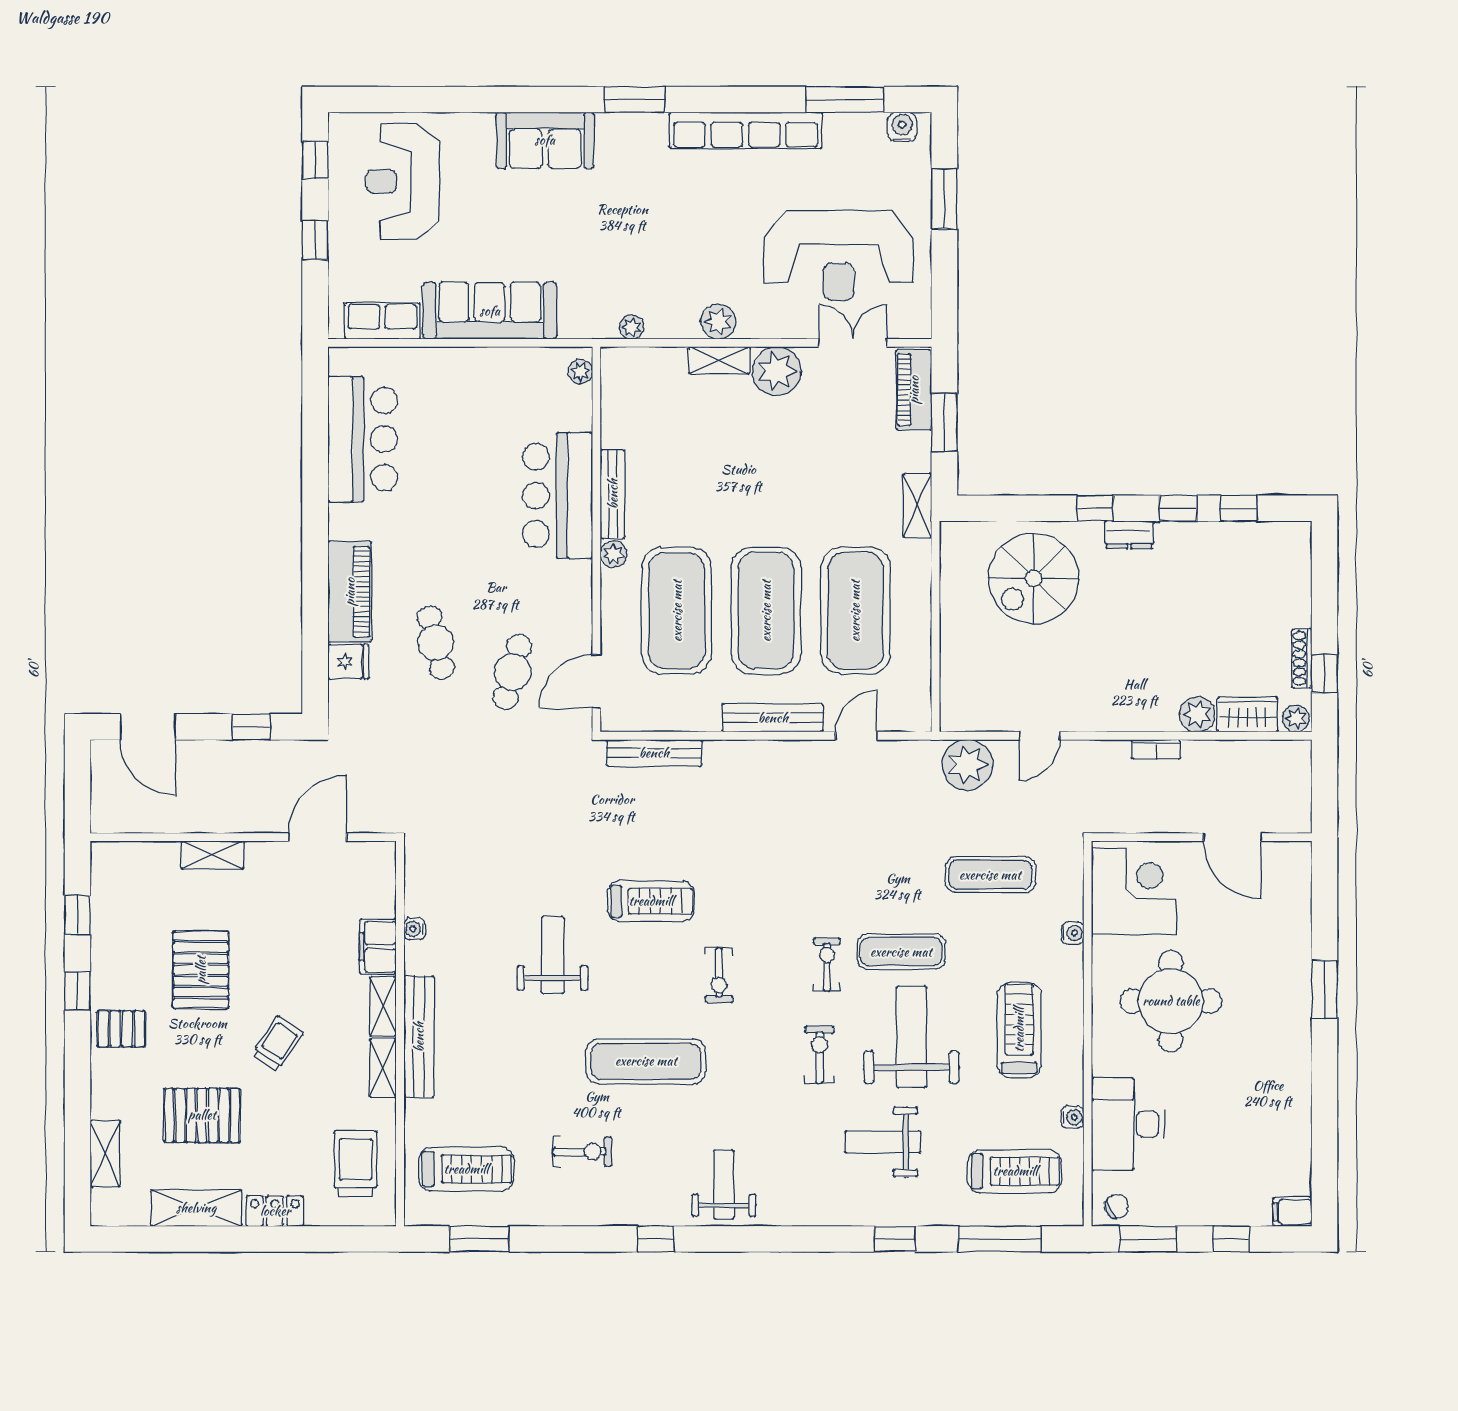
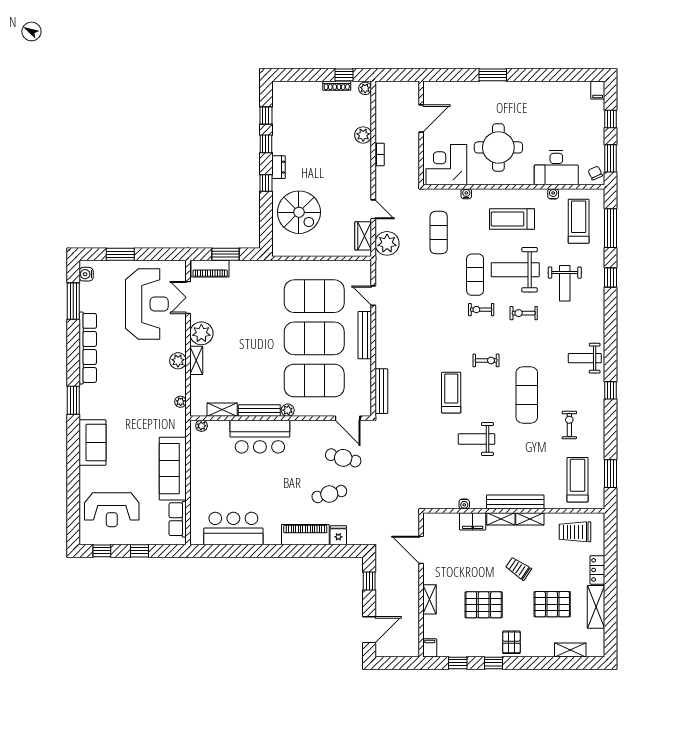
shelving: (917, 506) -> (222, 410), moved
wardrobe: (1248, 714) -> (363, 236), moved
filing cabinet: (109, 855) -> (430, 648), added
pallet: (202, 1115) -> (552, 604), turned 90

